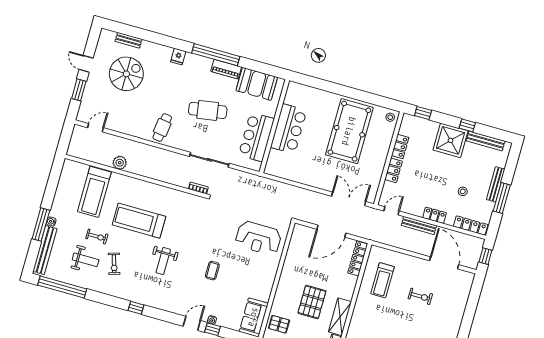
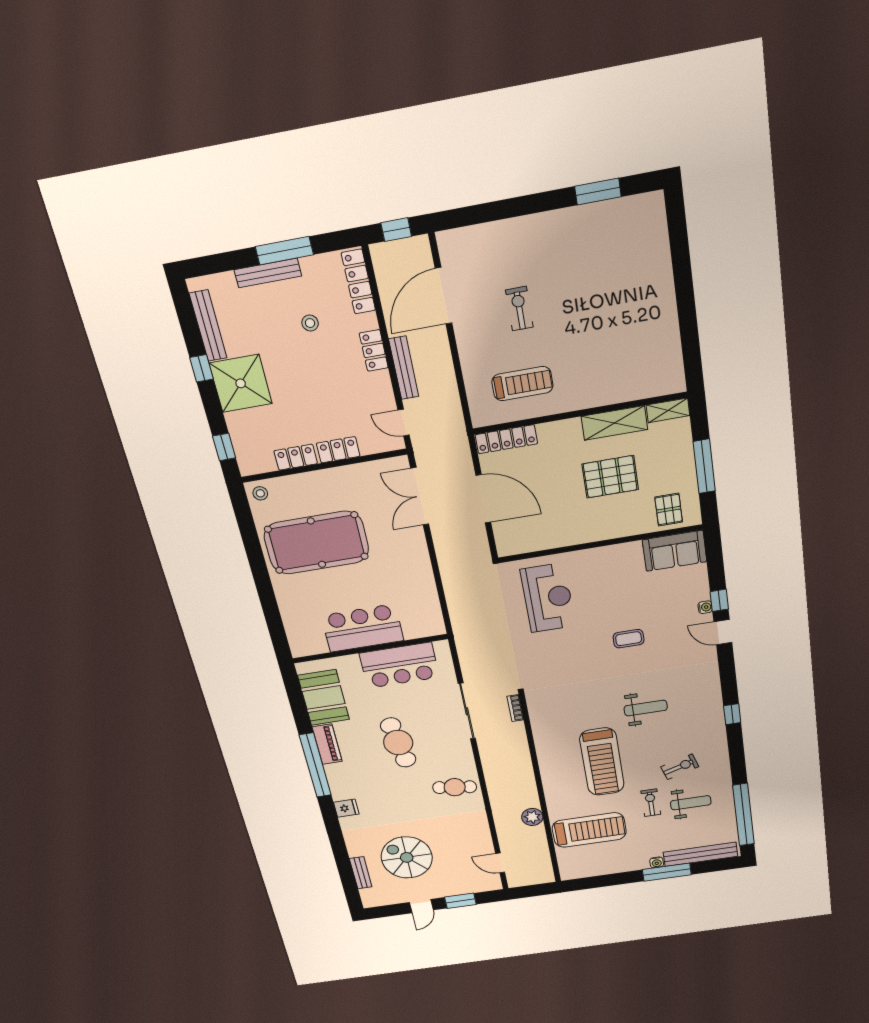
weight bench: (86, 260) -> (691, 803), turned 90

